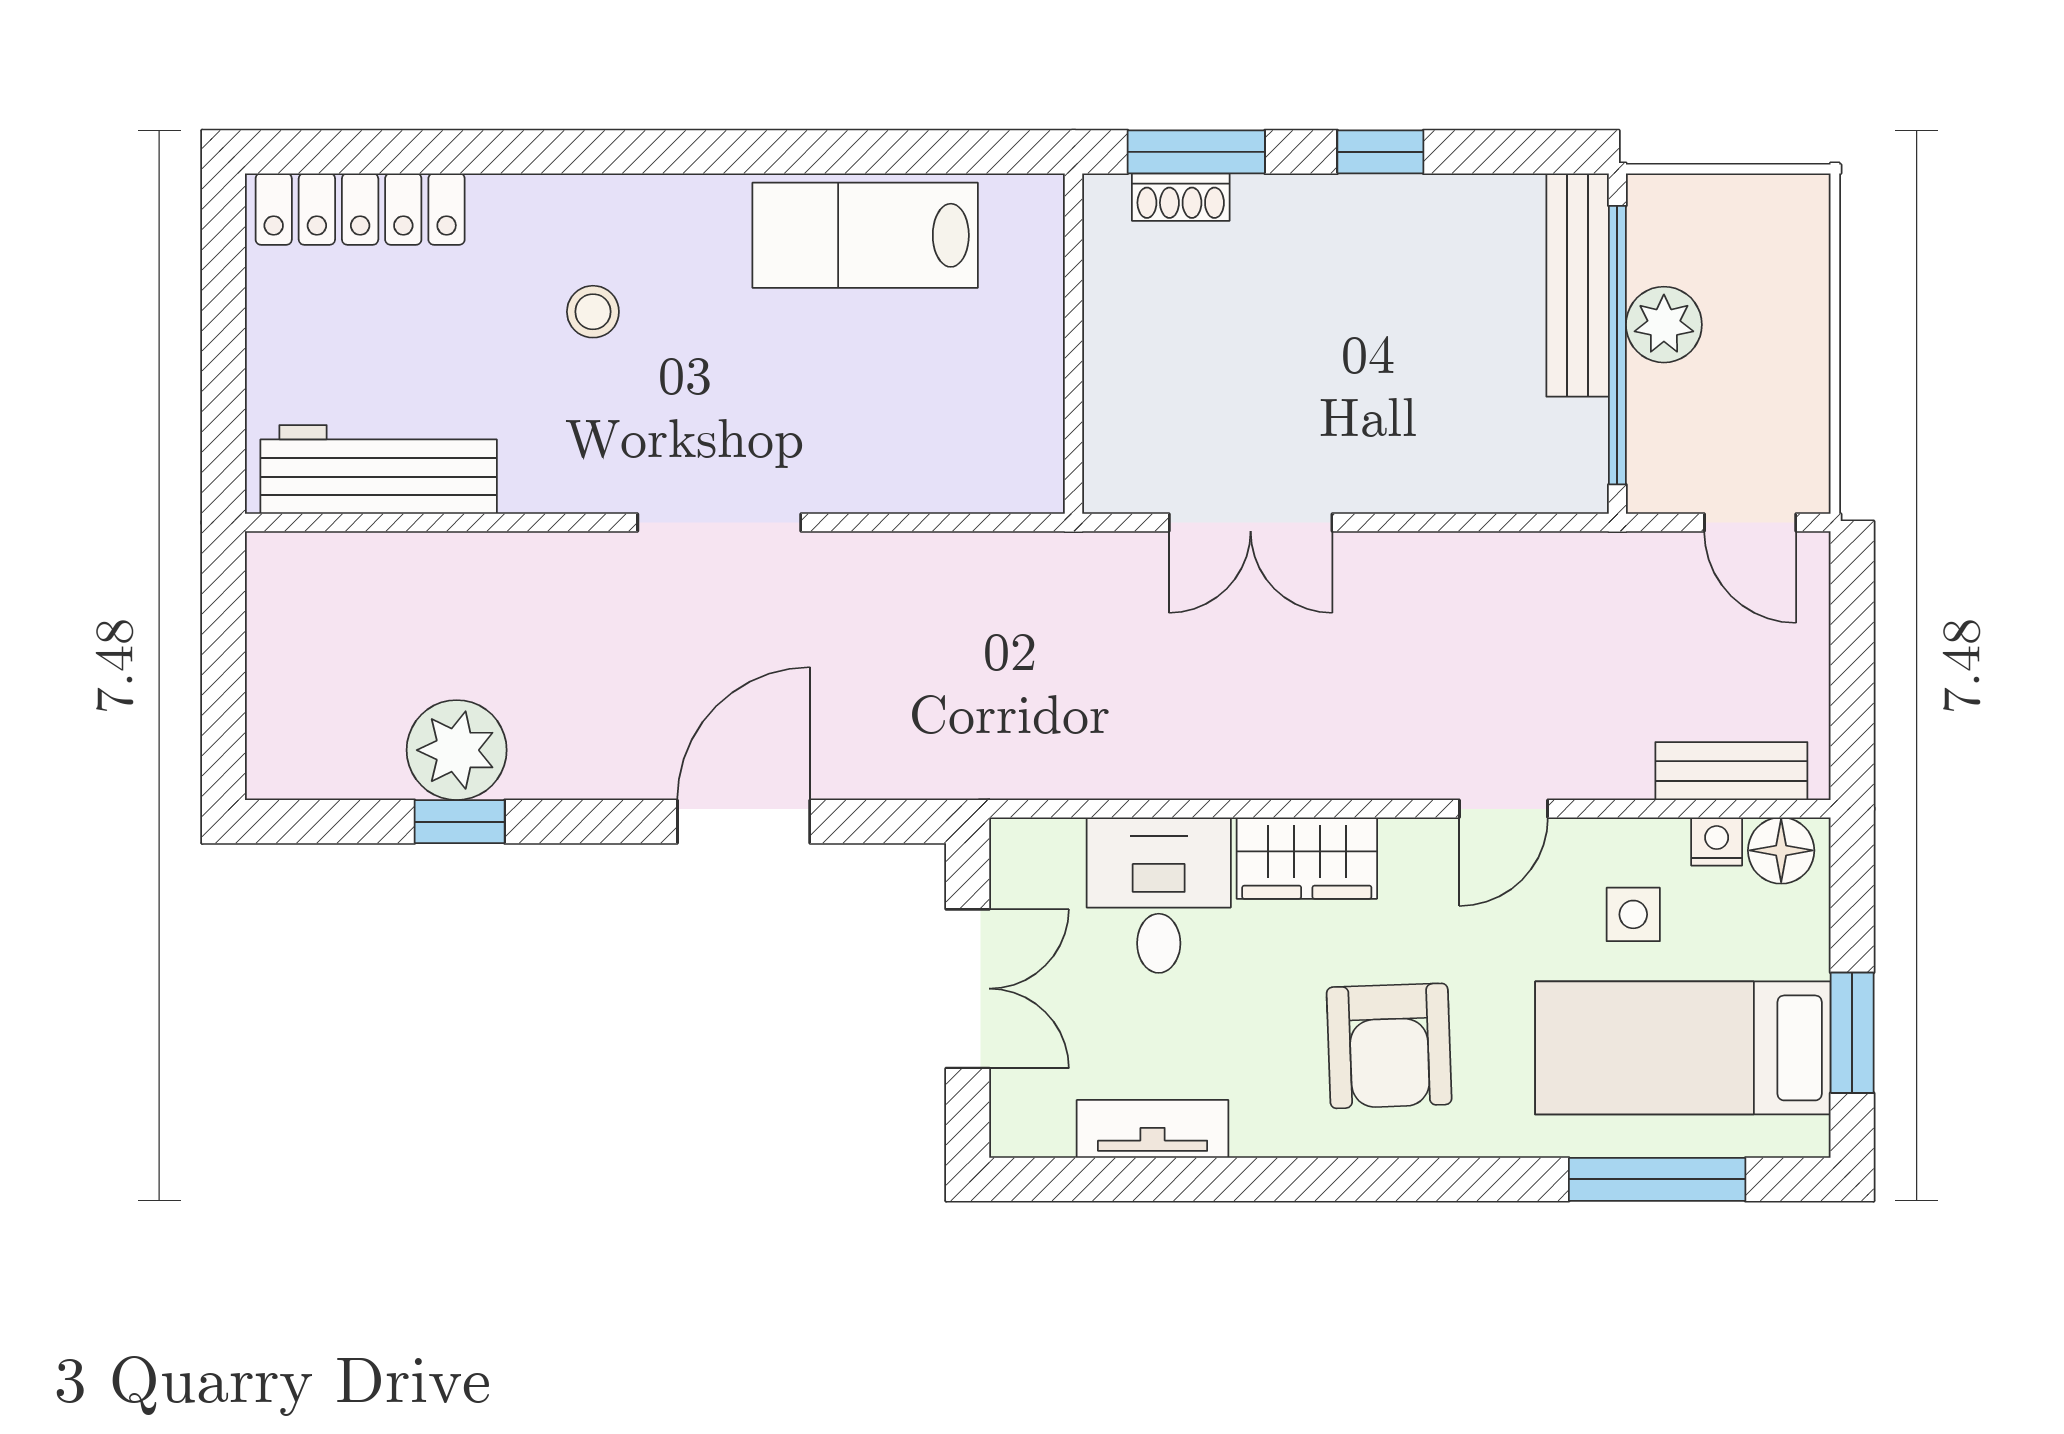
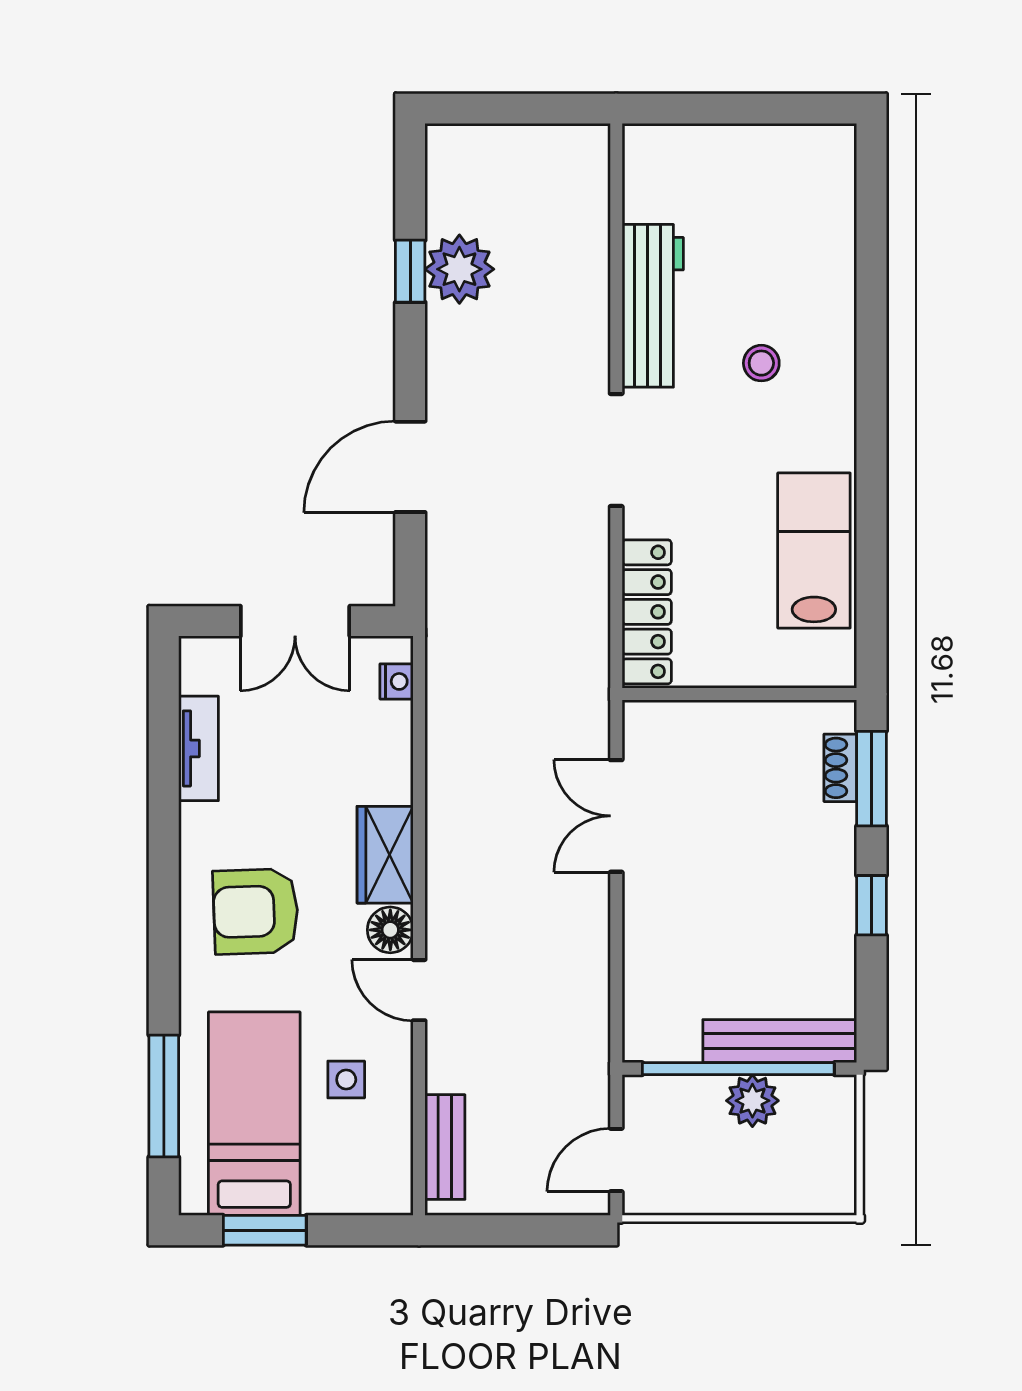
locker: (360, 209) -> (647, 612), moved, turned 180
workbench: (379, 469) -> (653, 306), moved
door: (744, 822) -> (410, 467), swing flipped
nightstand: (1717, 841) -> (397, 681), moved
floor lamp: (1781, 850) -> (390, 930), moved
desk: (1159, 895) -> (360, 753), removed

